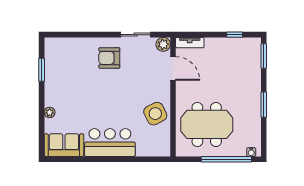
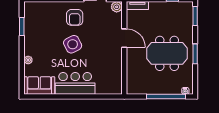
armchair: (109, 58) -> (75, 17), turned -90
door: (173, 68) -> (124, 38), moved
side table: (155, 114) -> (73, 44), moved
meeting table: (207, 124) -> (167, 53), moved

